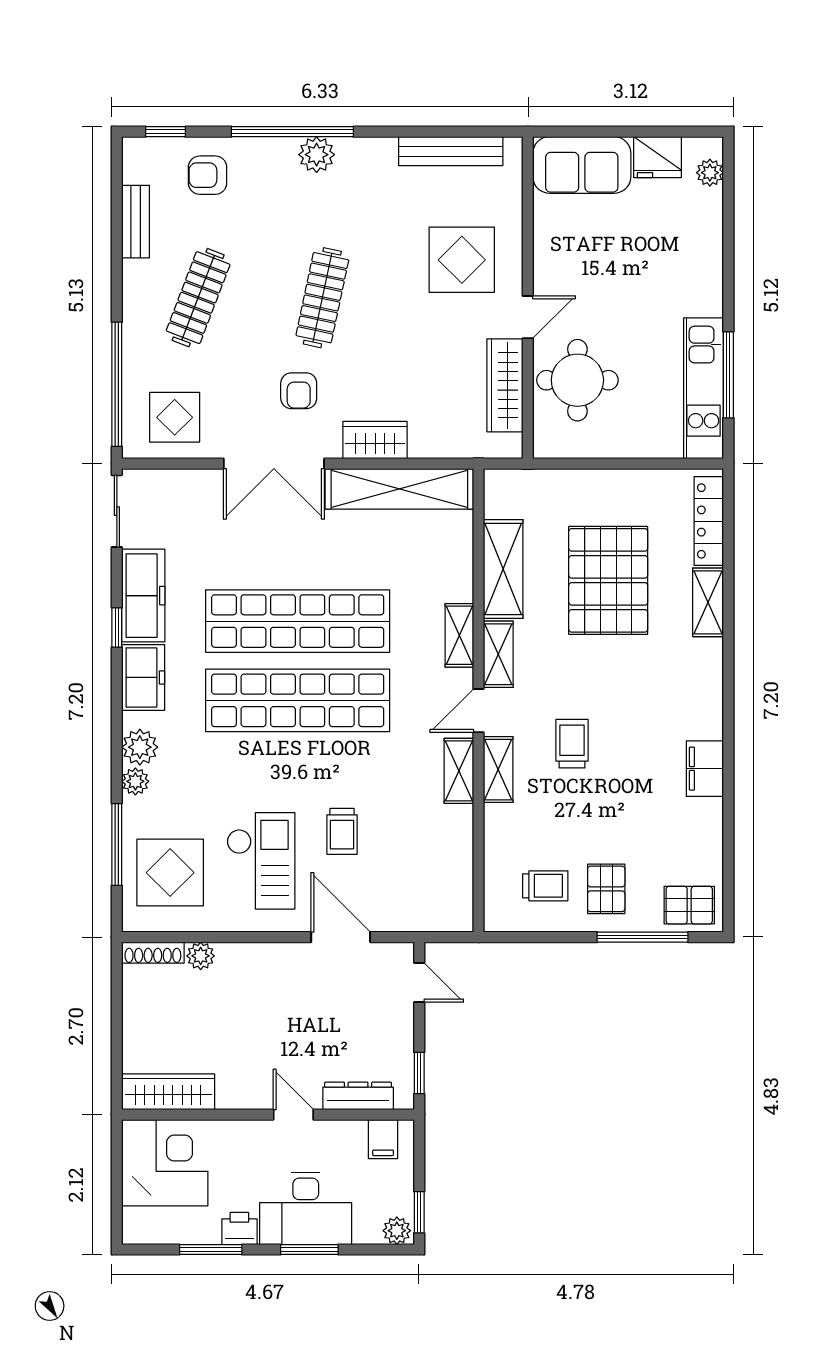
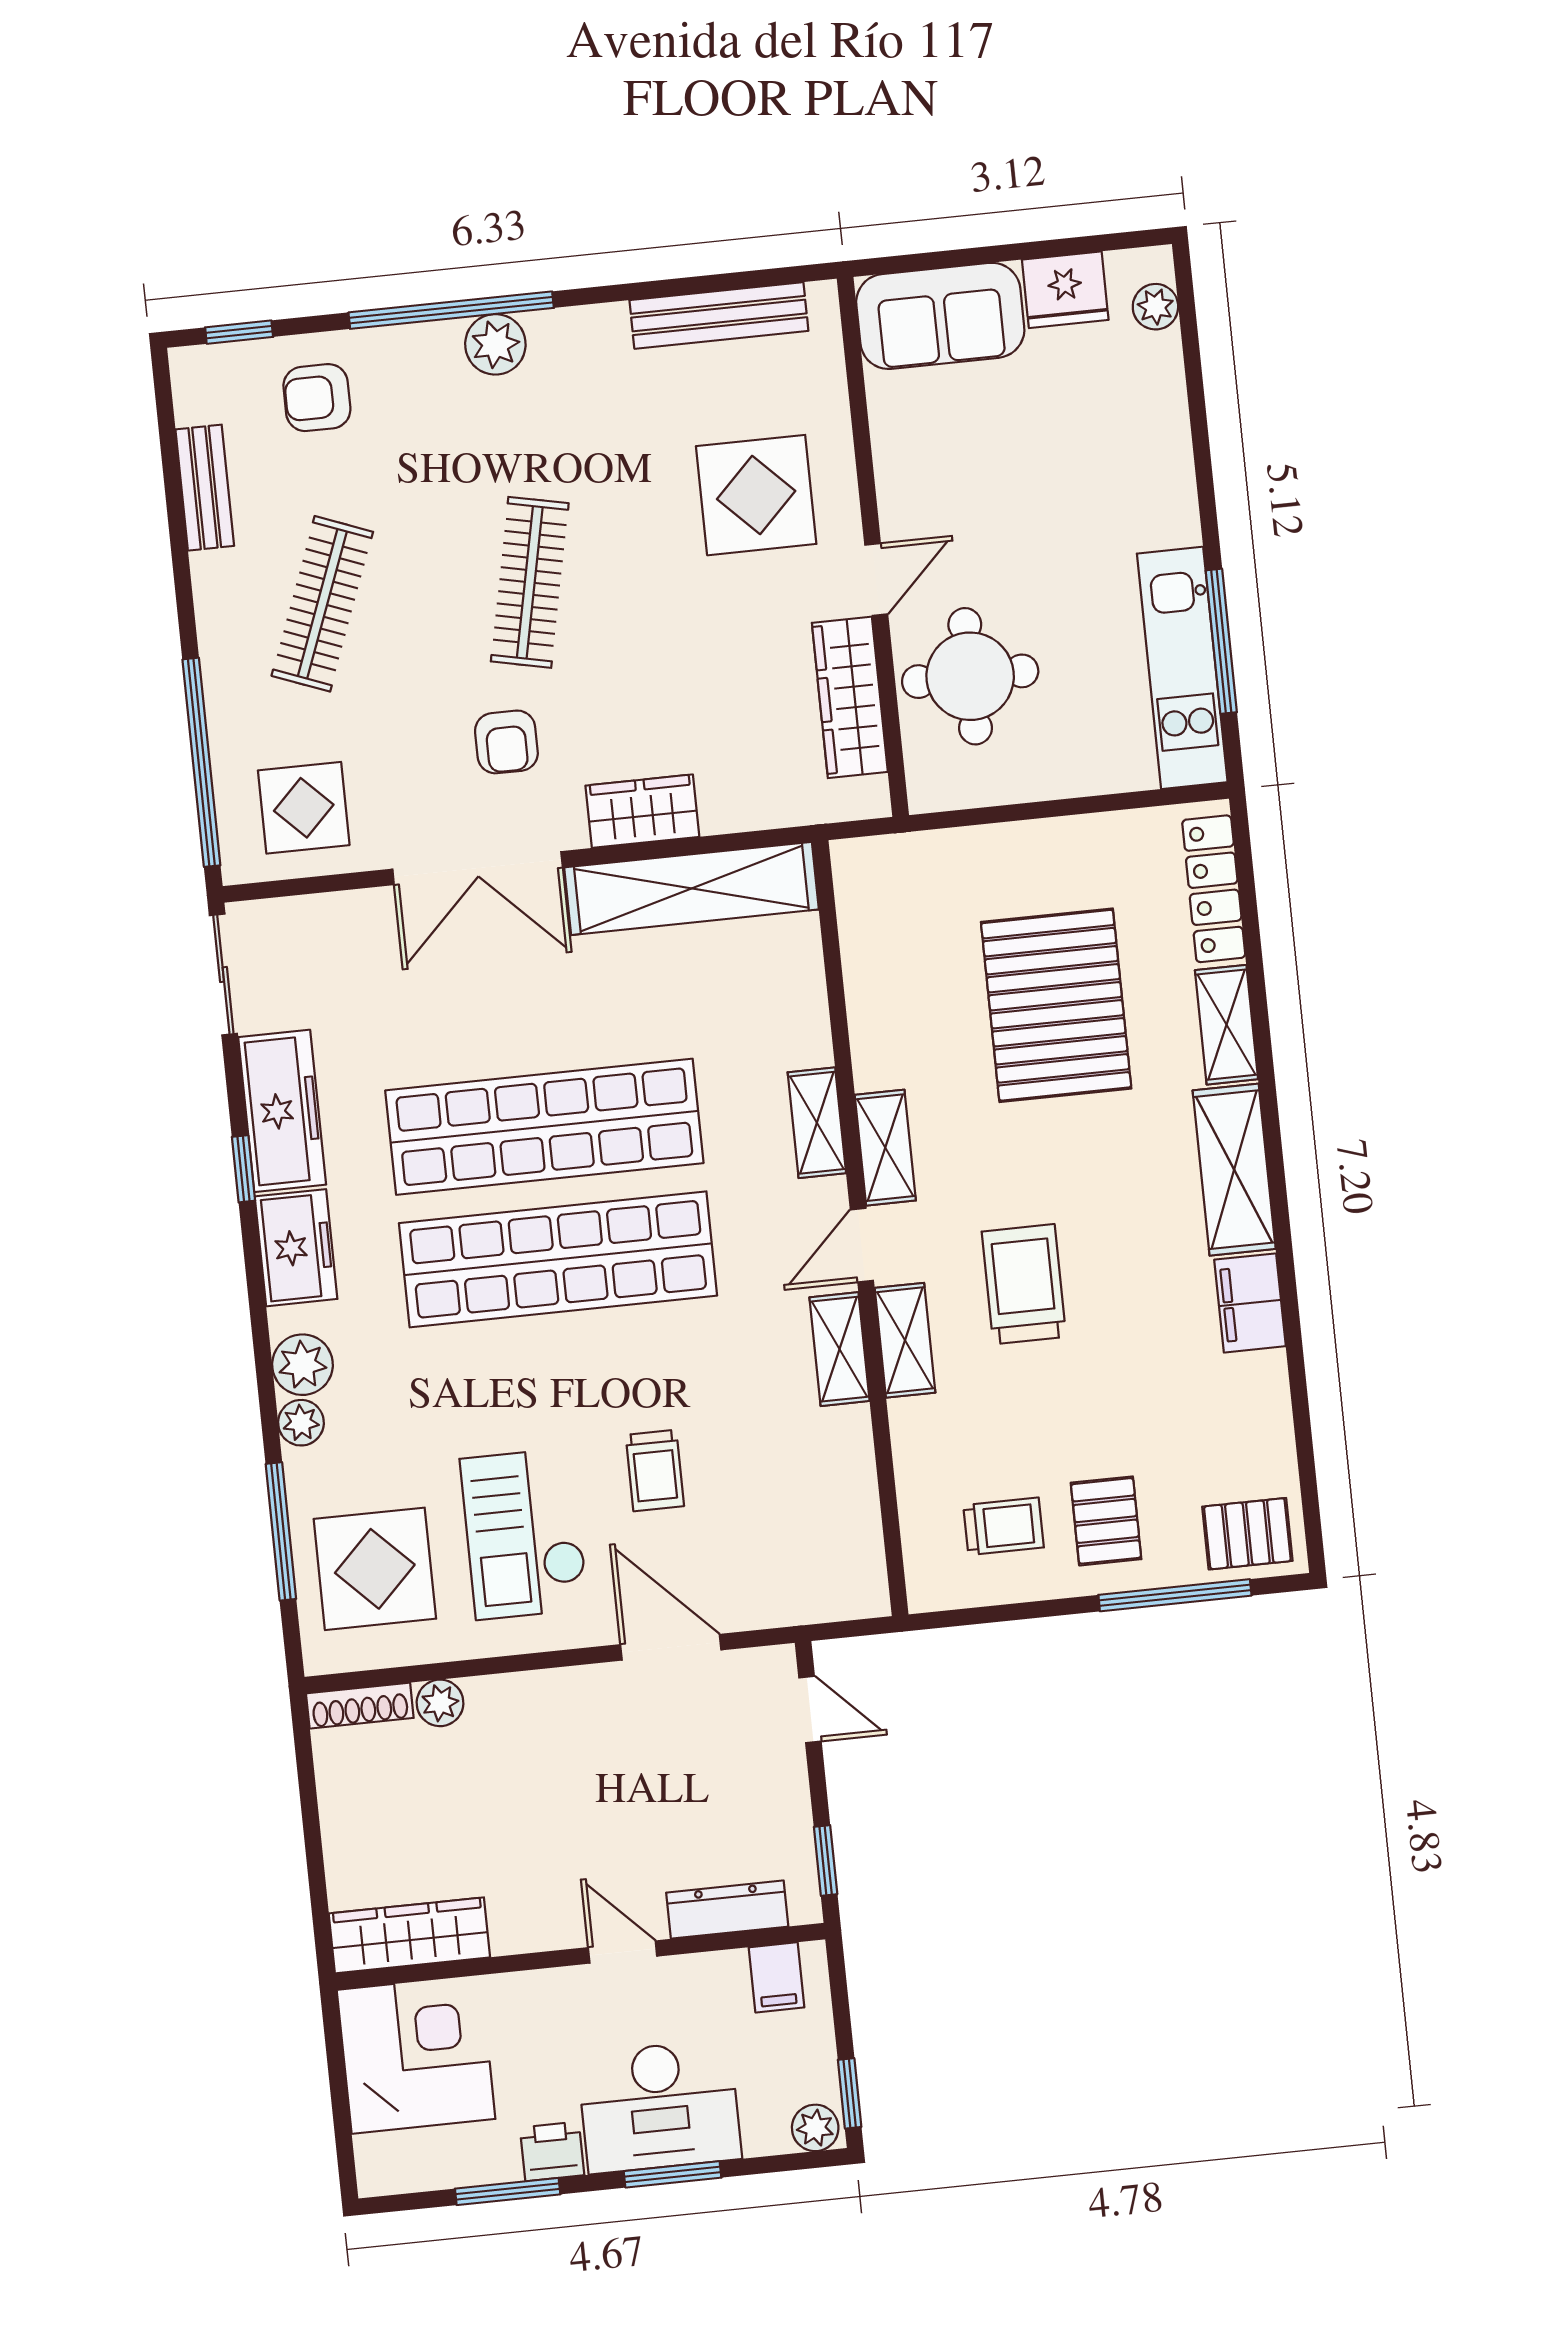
shelving: (503, 569) -> (1234, 1170), moved
trolley: (572, 744) -> (1024, 1284), width x1.36, depth x1.39
checkout: (261, 861) -> (524, 1534), turned 180

